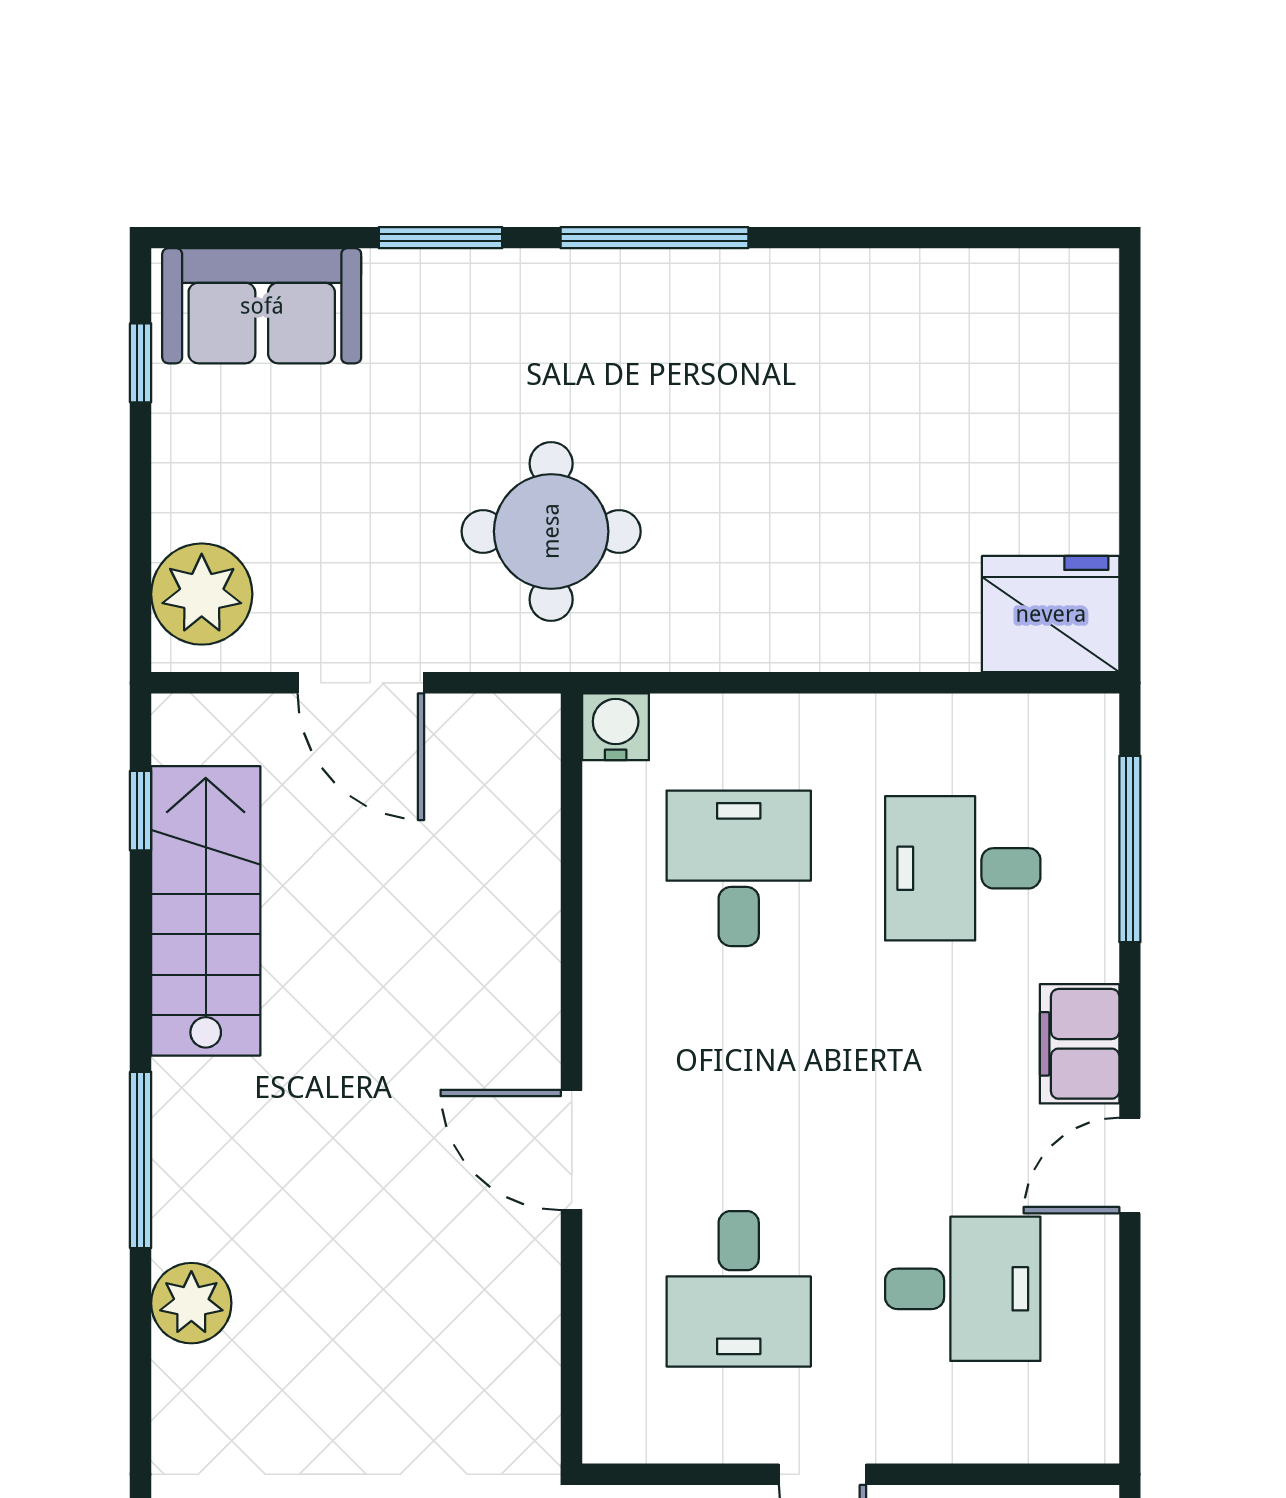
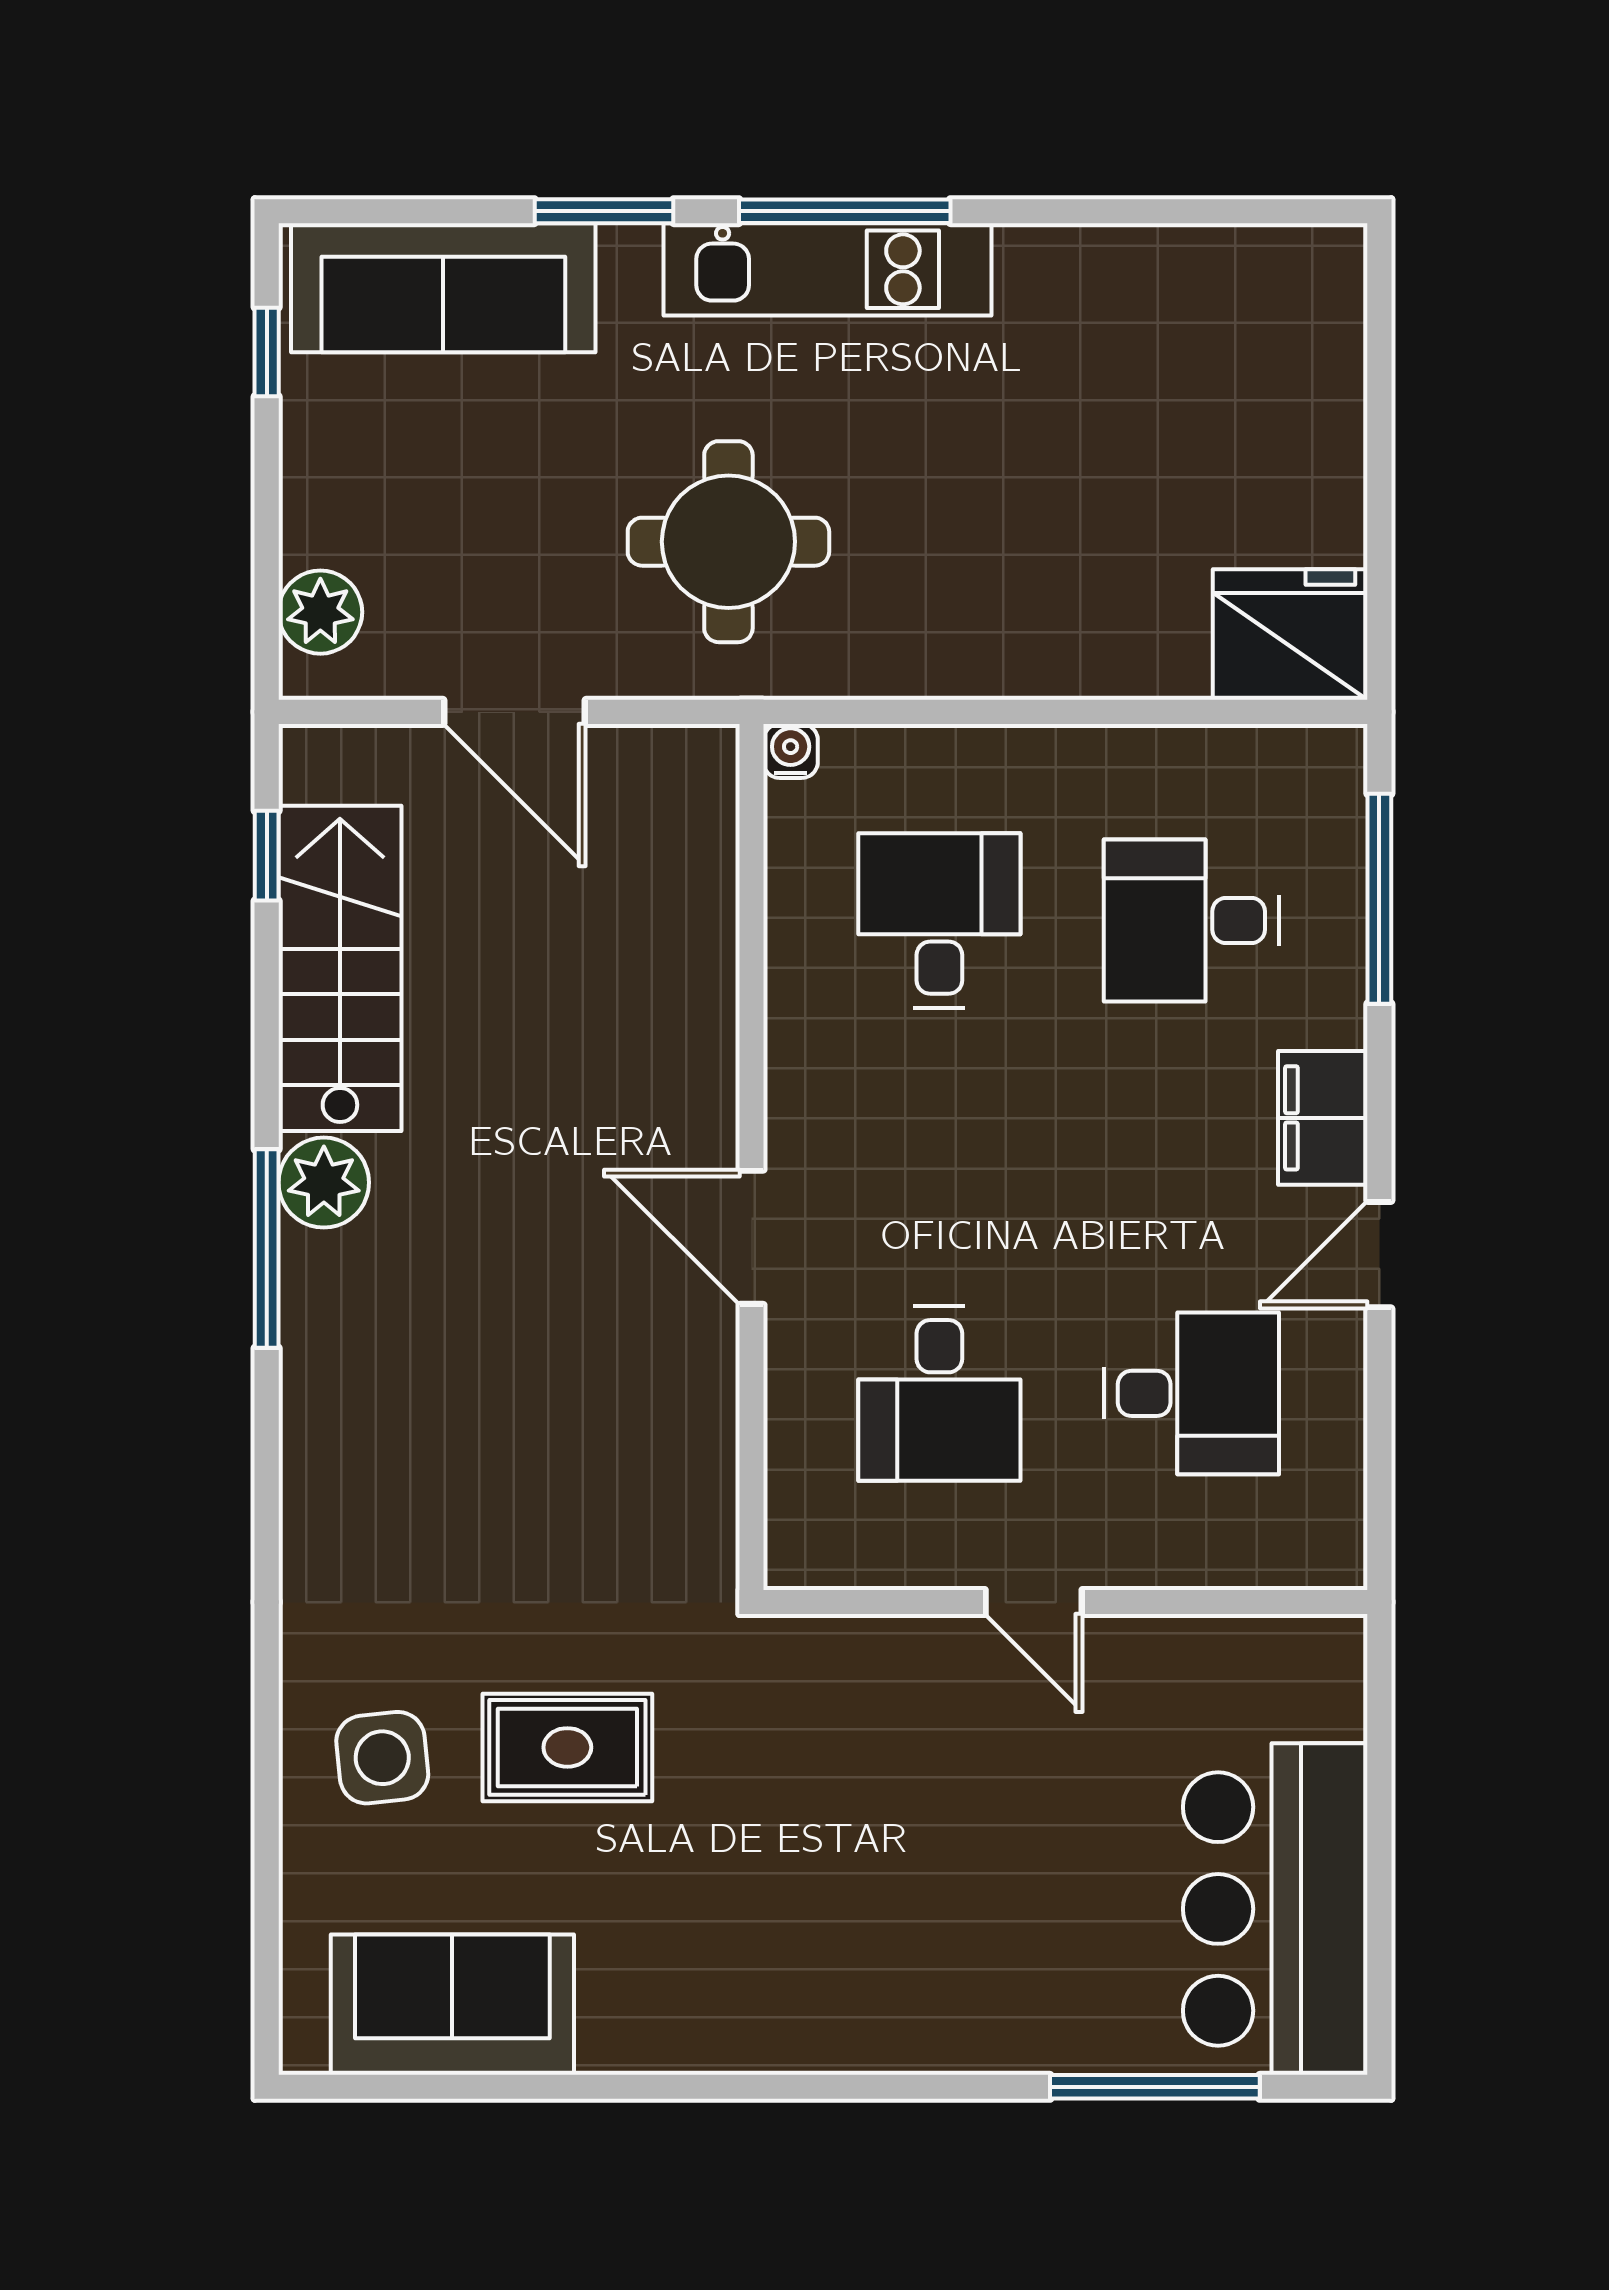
kitchen unit: (639, 289) -> (827, 269), added
sofa: (262, 306) -> (443, 288), width x1.36
plant: (202, 594) -> (320, 612), width x0.73, depth x0.73
water cooler: (616, 727) -> (791, 751), width x0.72, depth x0.72
plant: (191, 1303) -> (324, 1183), moved

